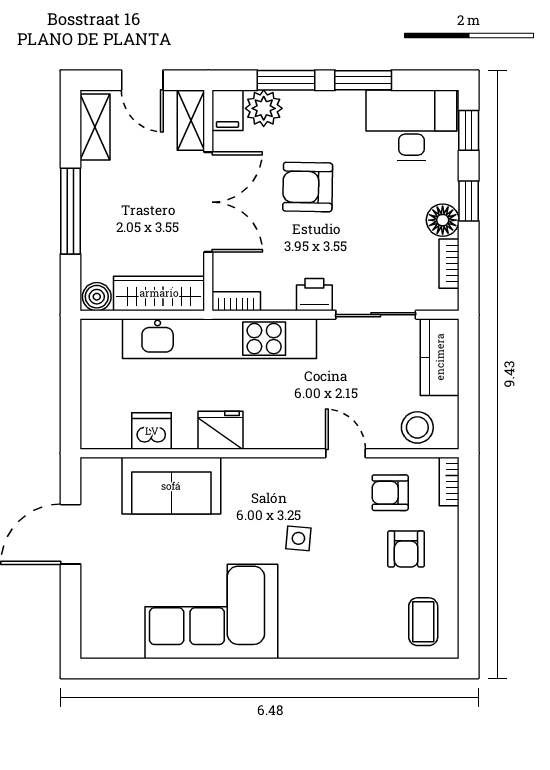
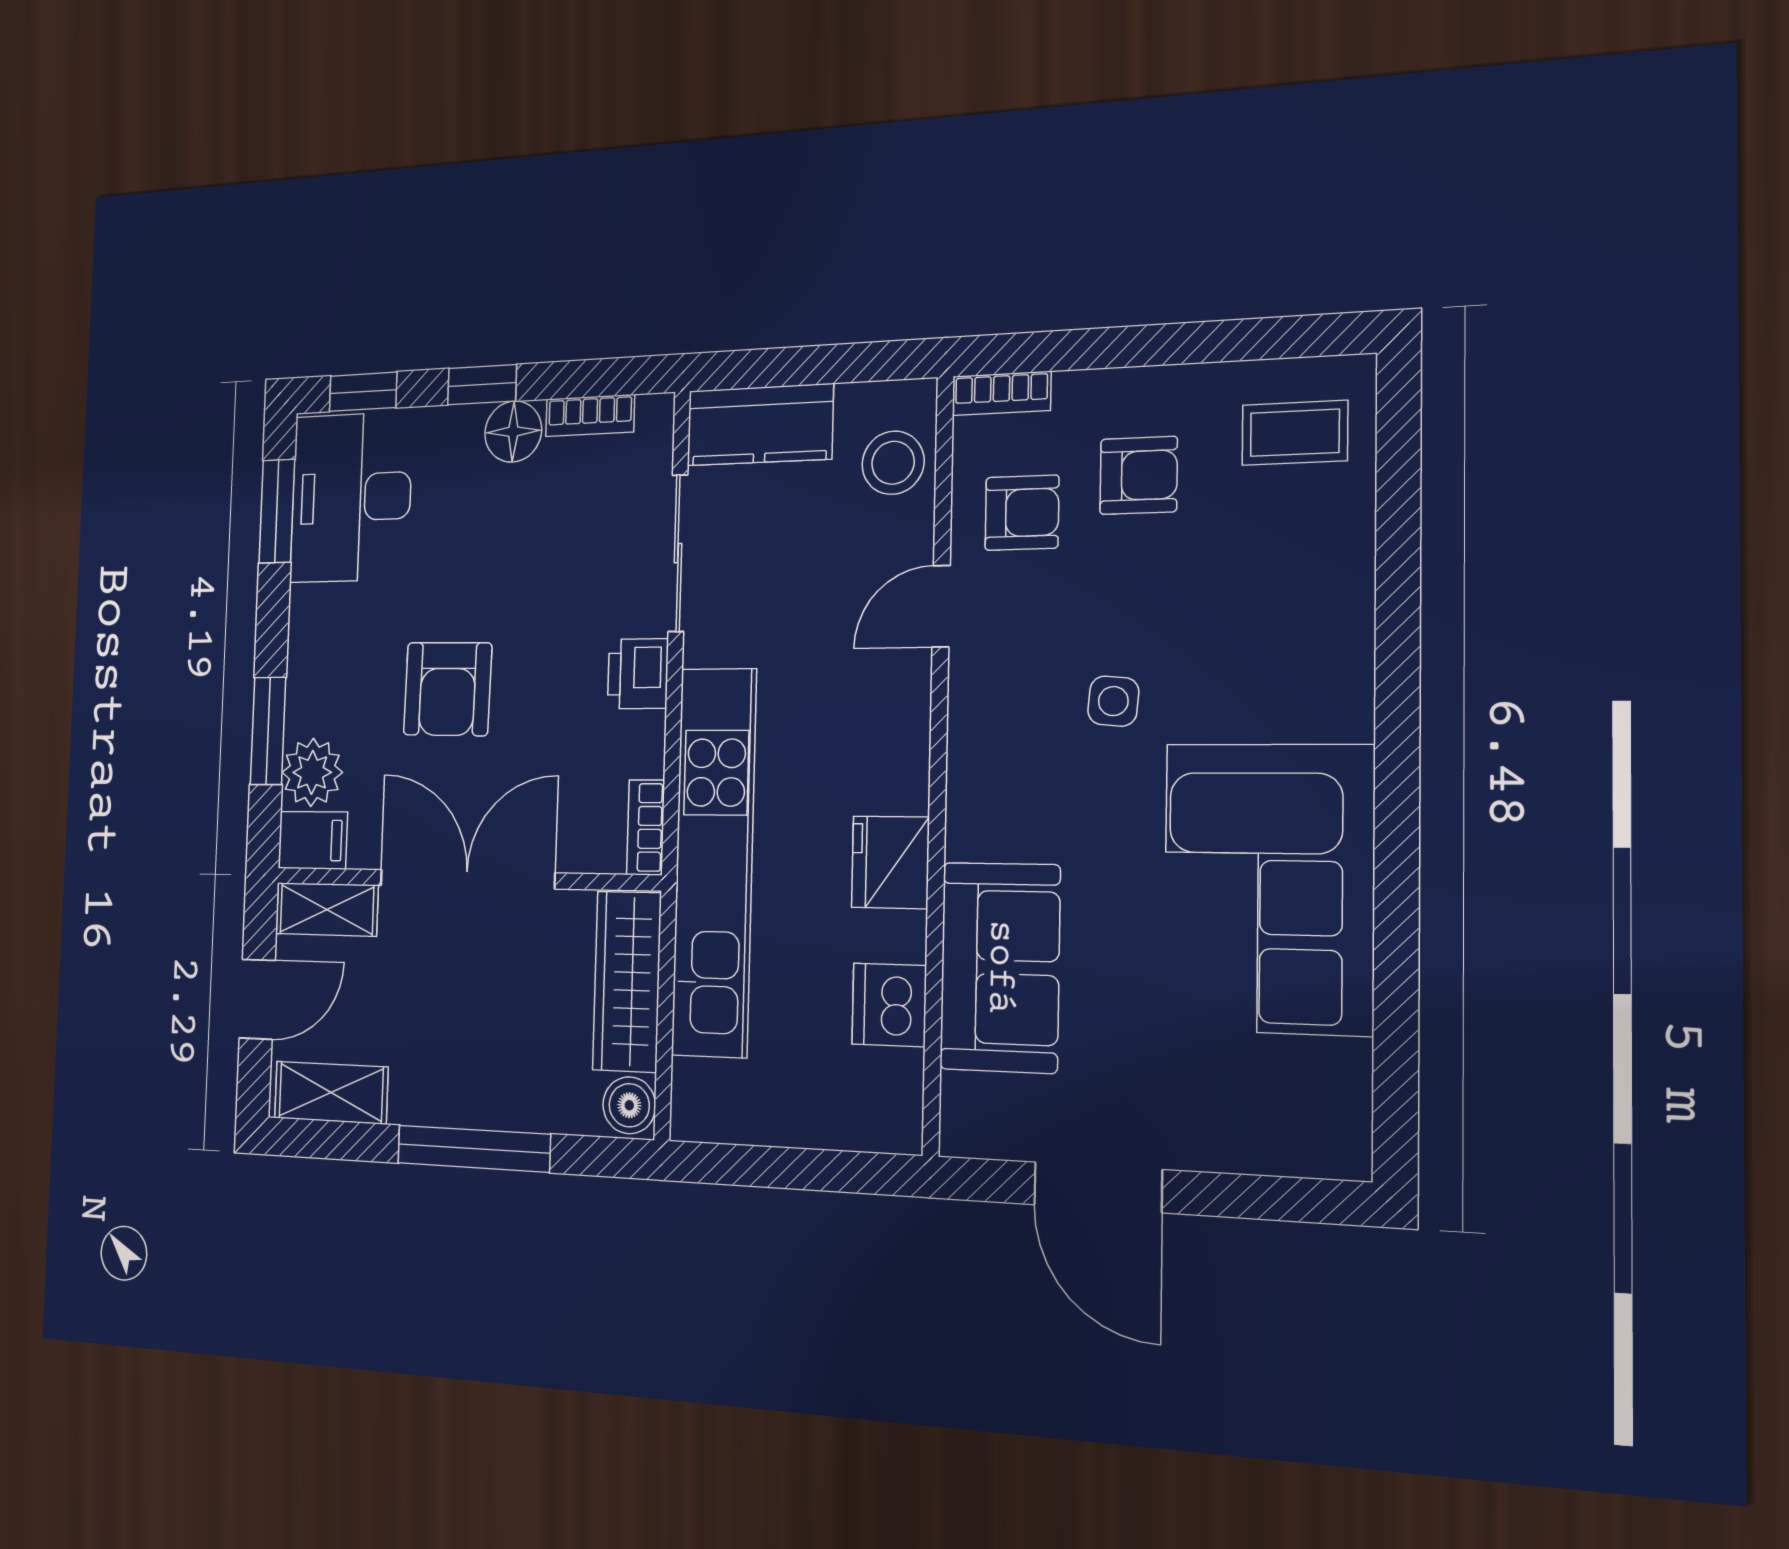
window: (363, 80) -> (277, 511), moved
armchair: (390, 493) -> (1022, 513), turned -90

